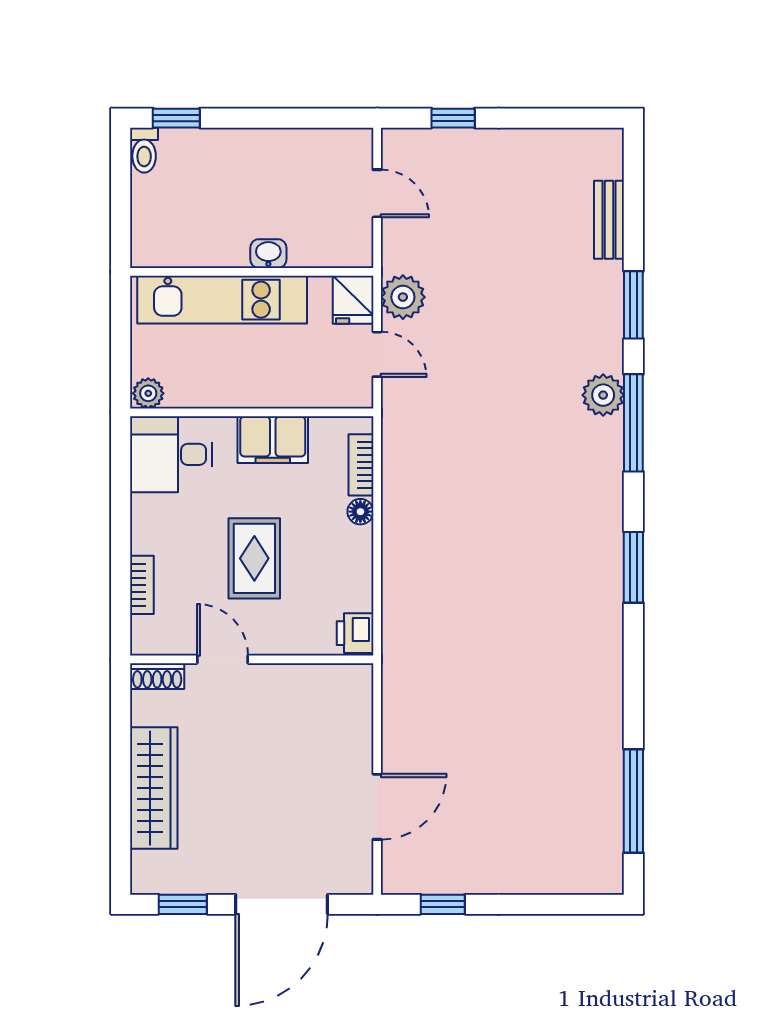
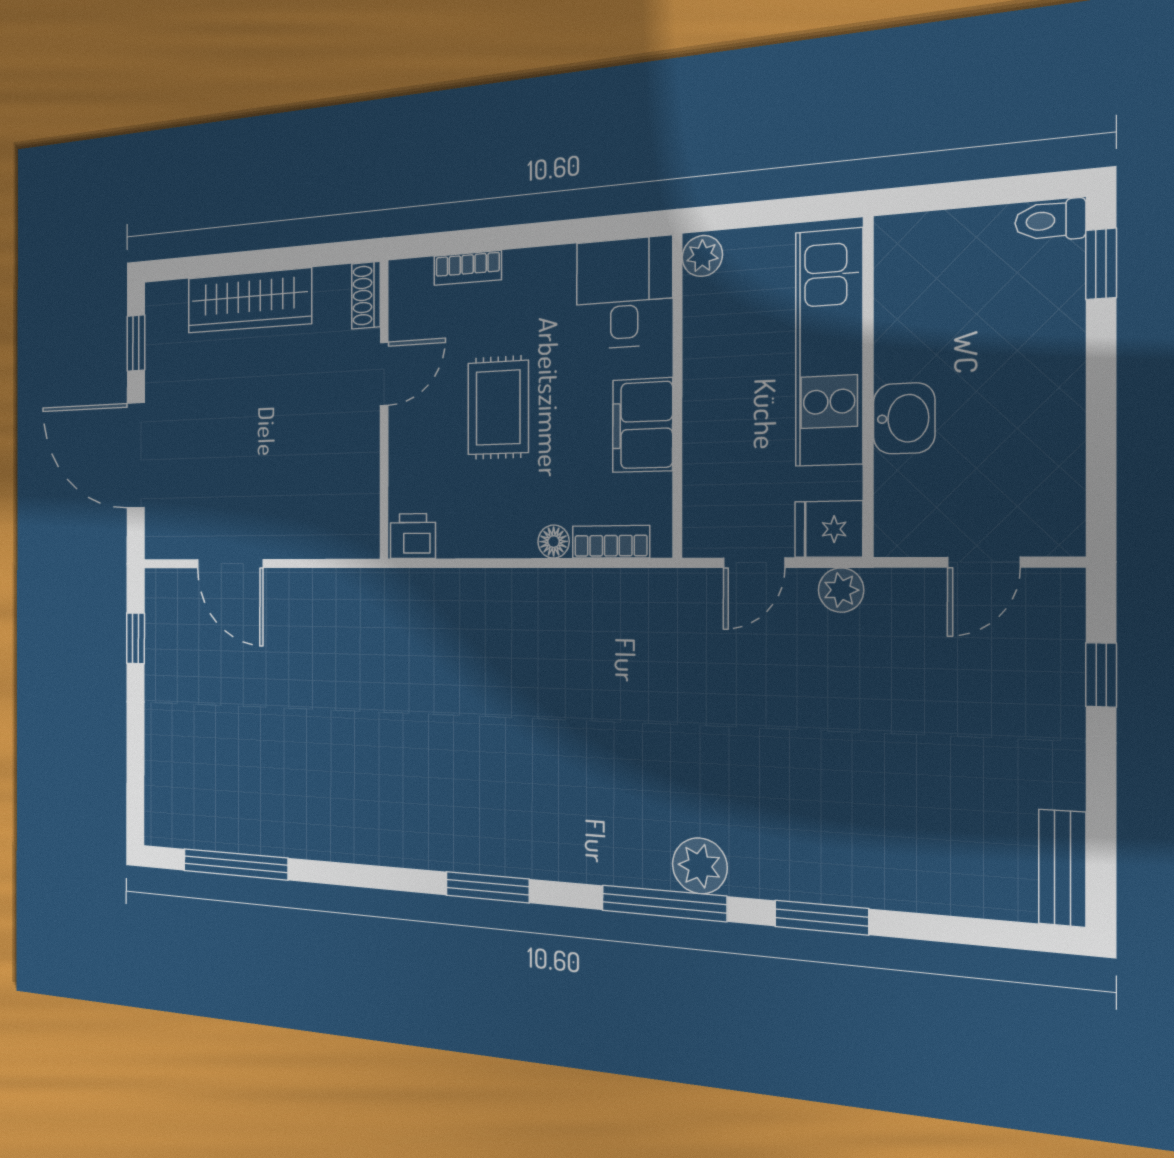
bench: (609, 220) -> (1062, 868), moved, turned 90
washbasin: (268, 254) -> (904, 418), width x1.38, depth x1.45
plant: (403, 297) -> (841, 590), width x0.73, depth x0.73
rug: (254, 558) -> (498, 408), turned 90

